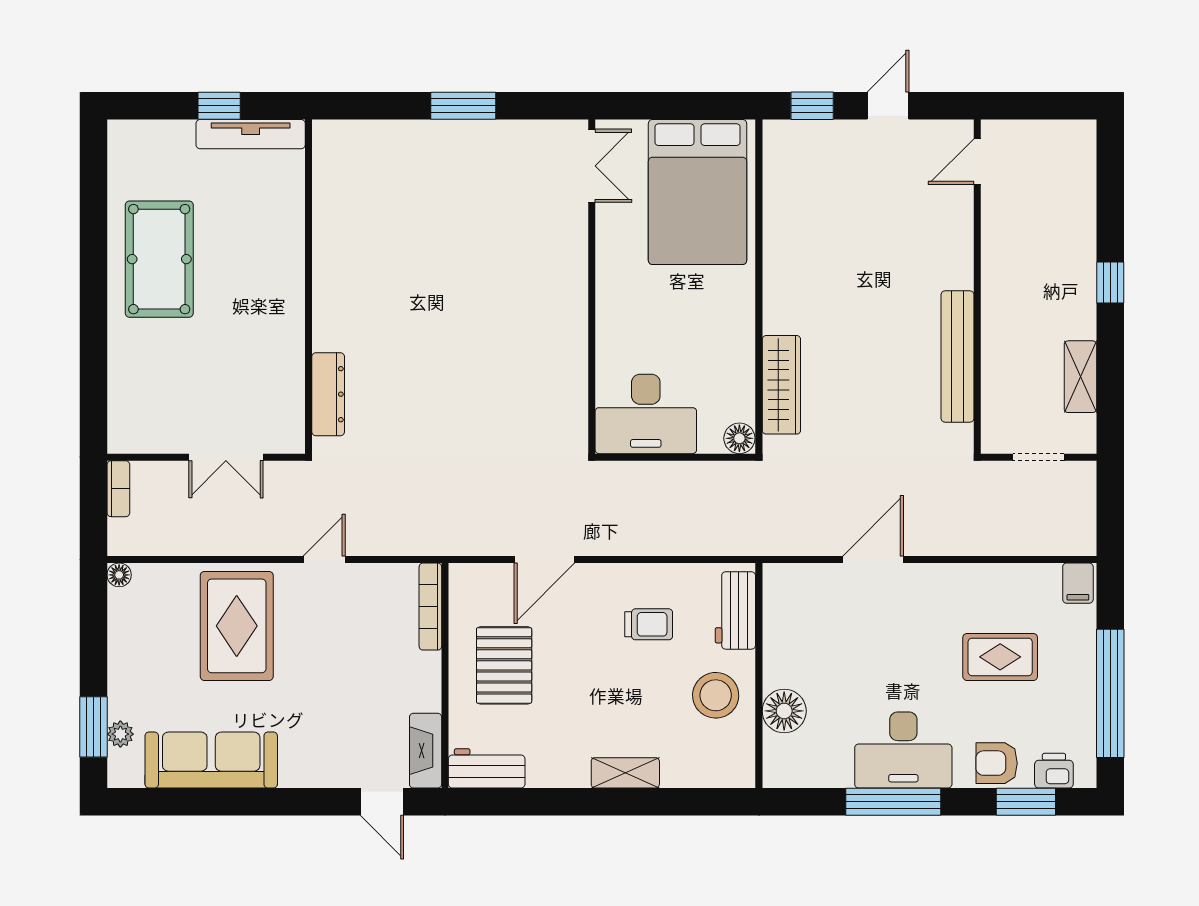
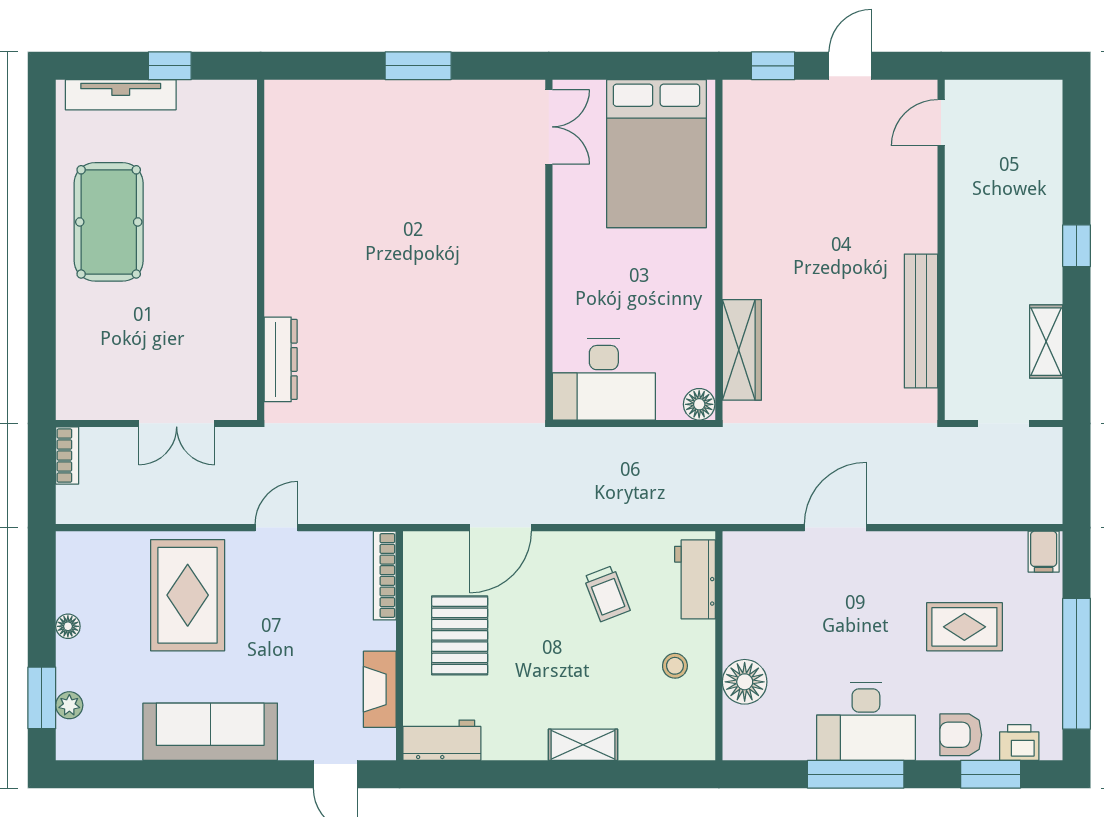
tv unit: (251, 134) -> (121, 95), moved
floor lamp: (119, 575) -> (68, 626), moved
trolley: (649, 624) -> (607, 594), turned 69
stool: (716, 695) -> (675, 666), width x0.53, depth x0.53
fireplace: (426, 751) -> (380, 689), moved
sofa: (211, 760) -> (210, 732), moved

